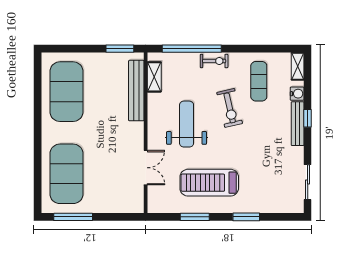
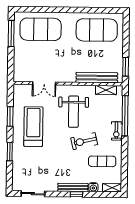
weight bench: (187, 124) -> (74, 112), turned 90

